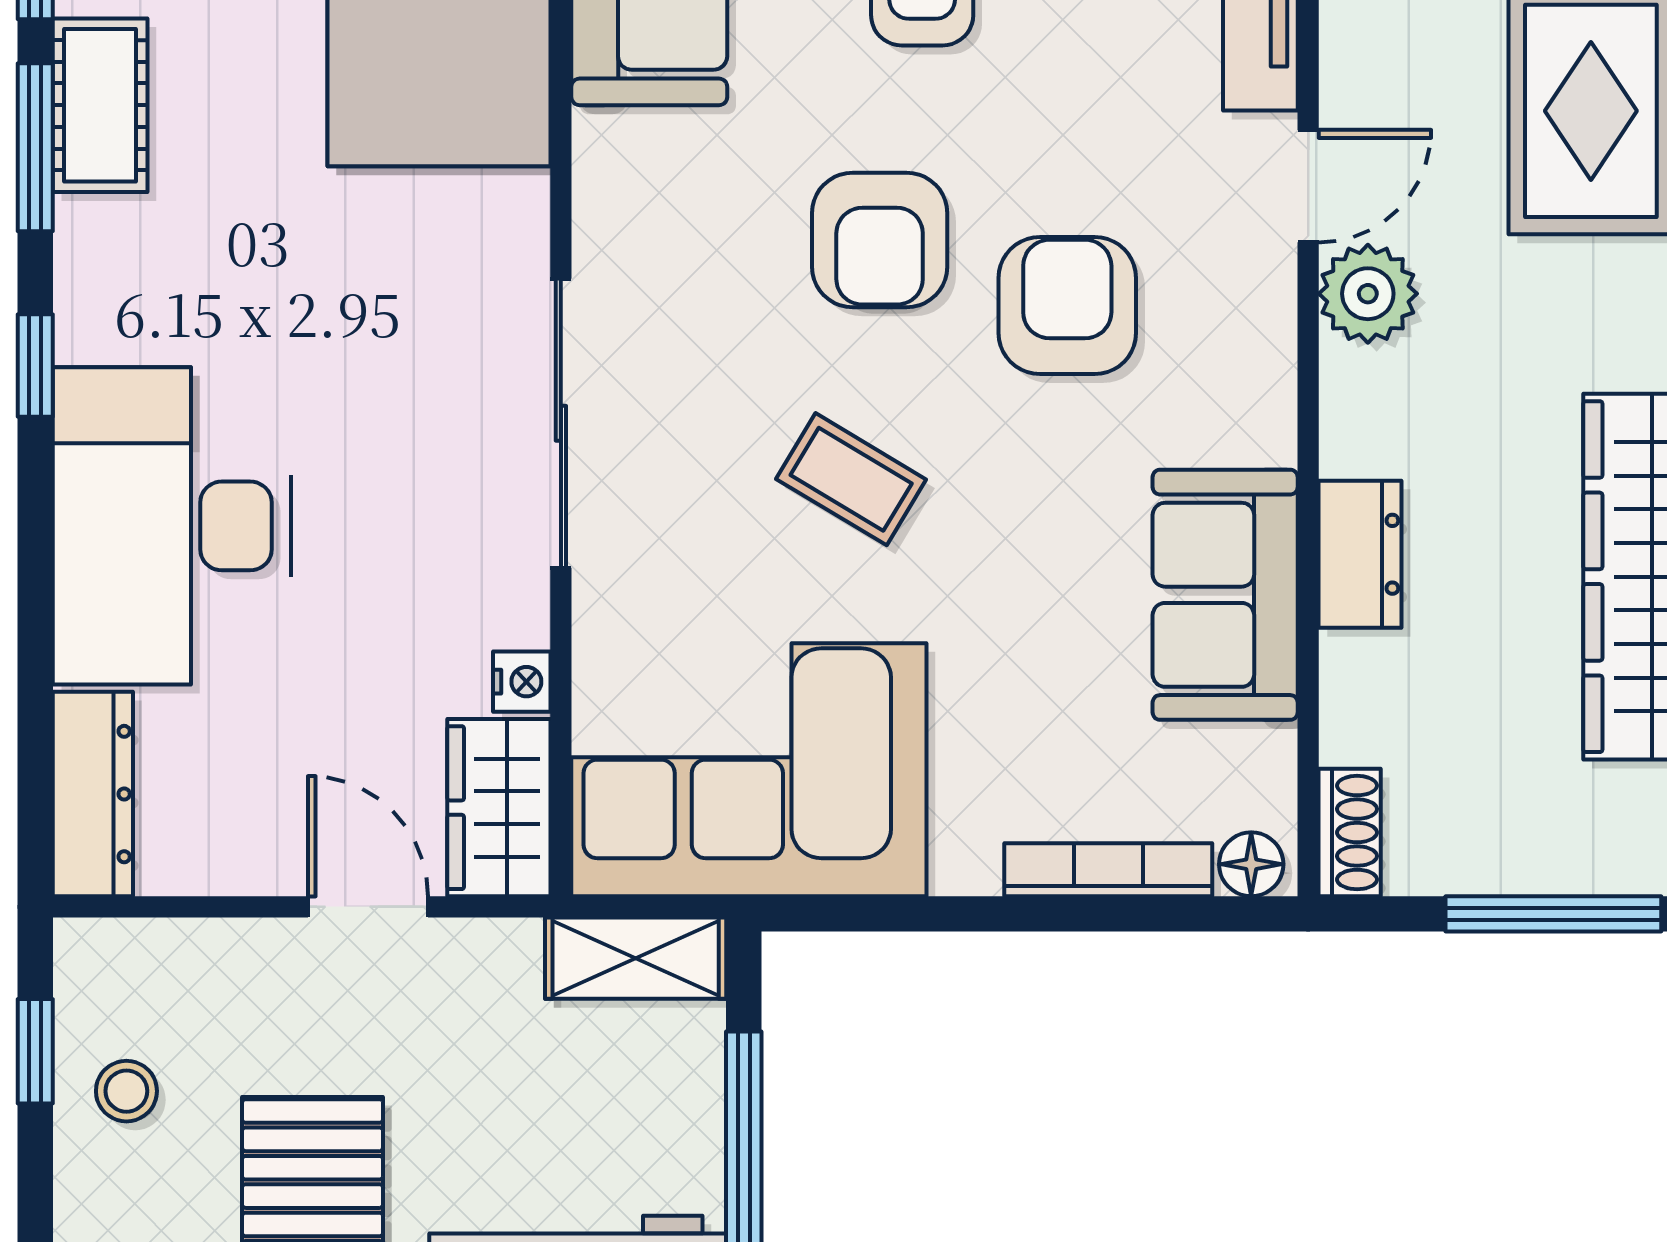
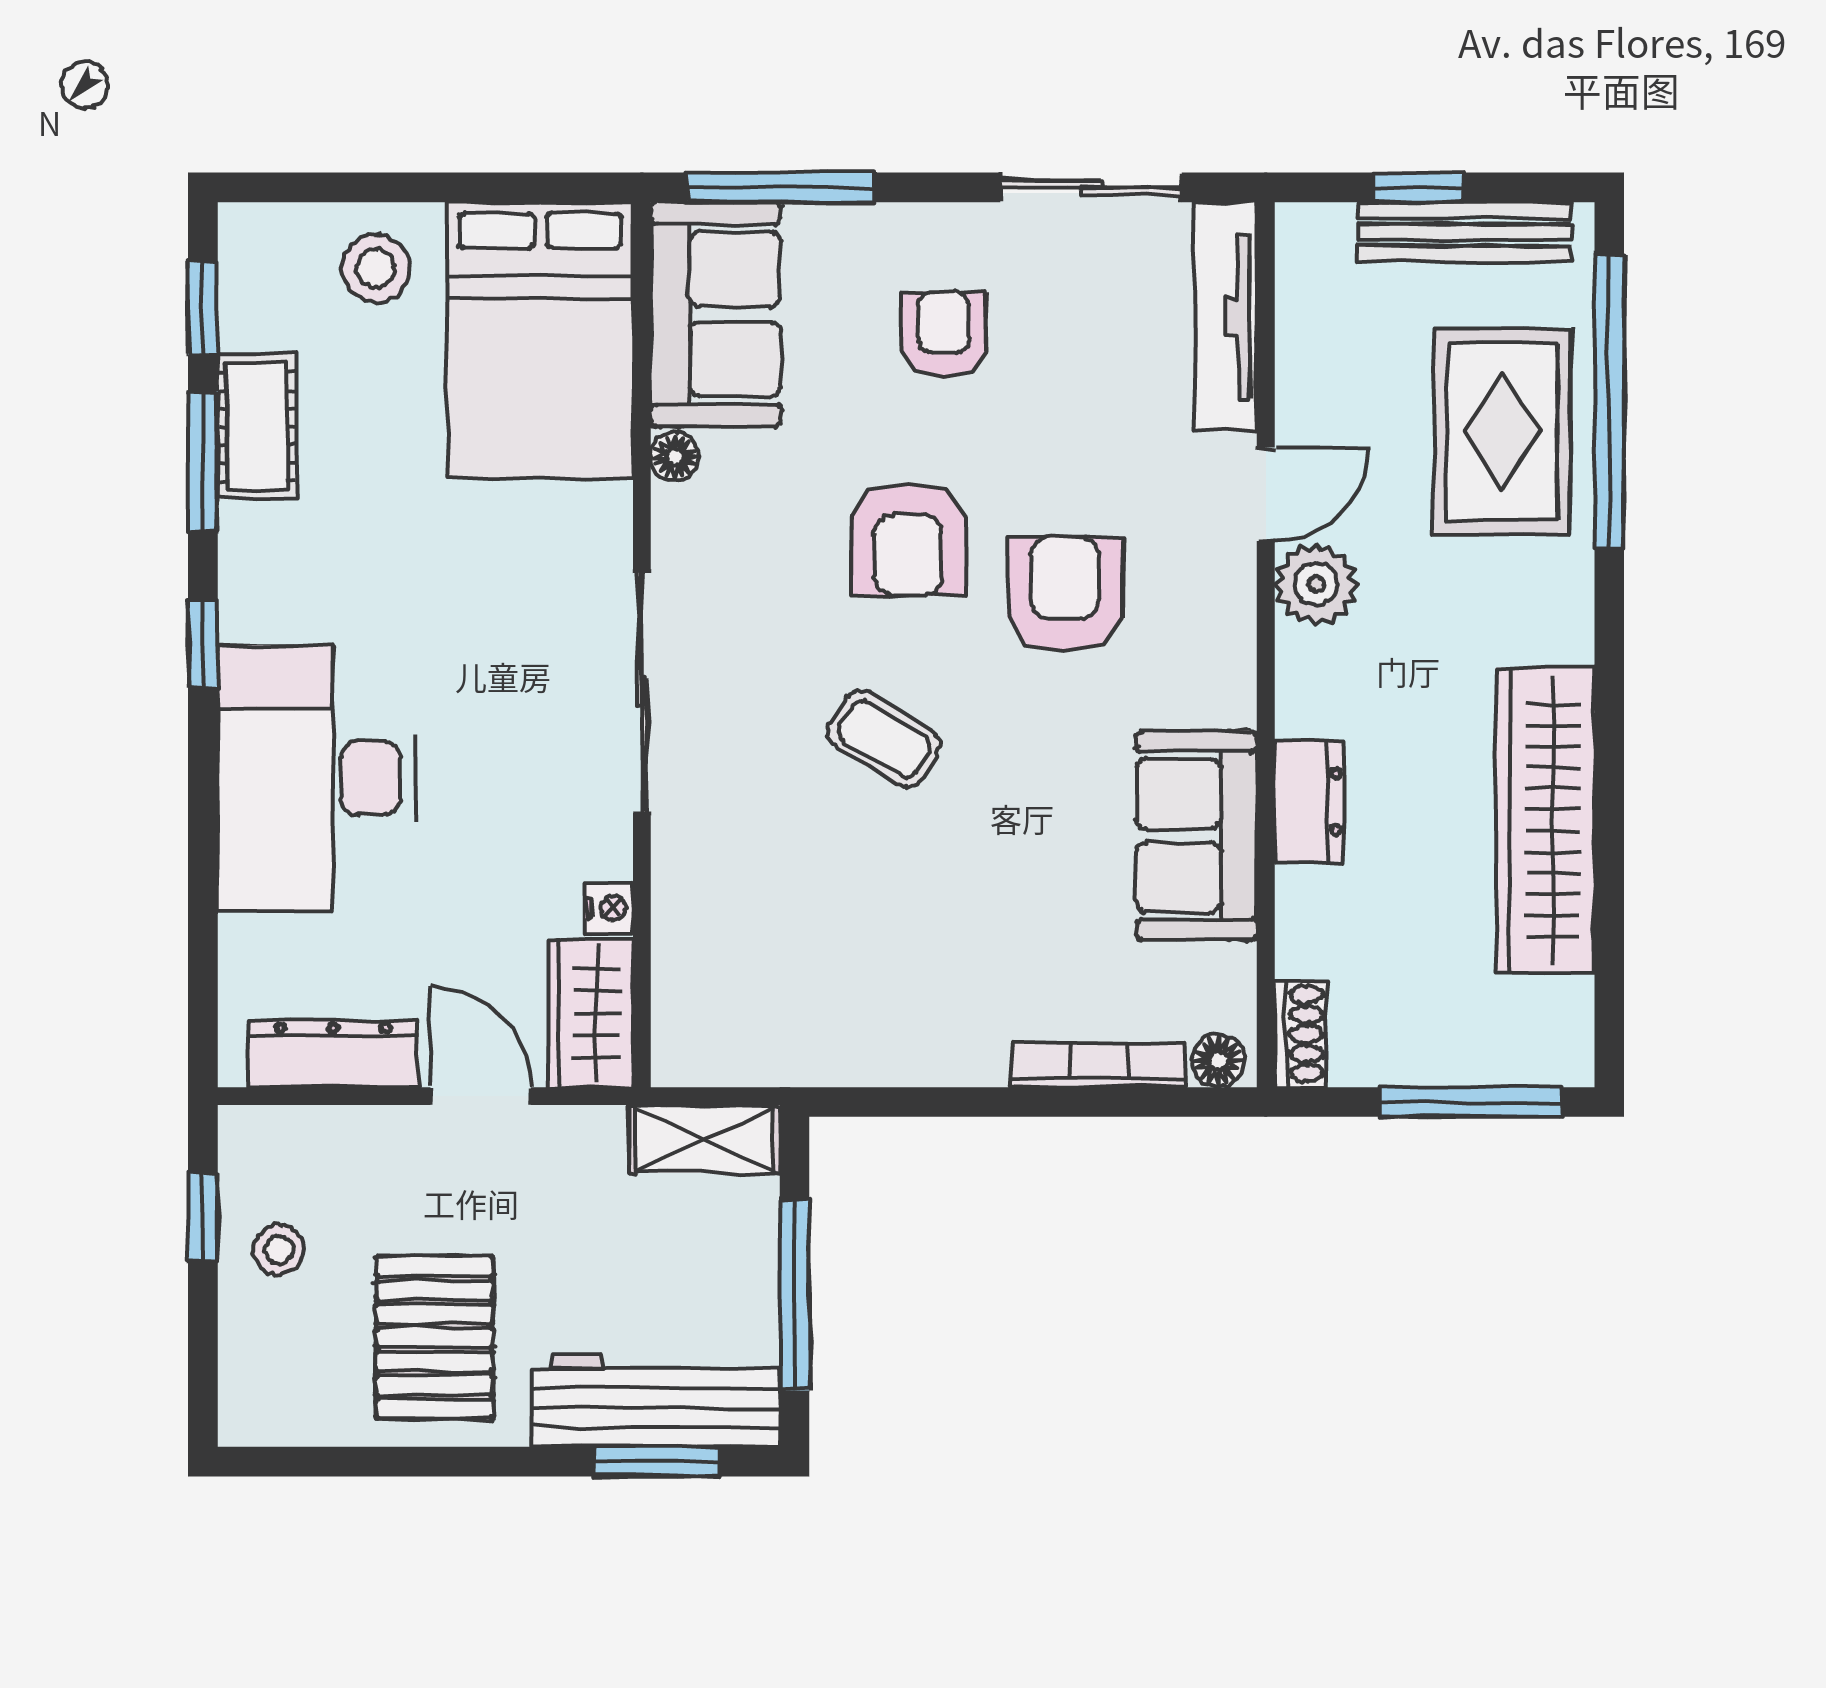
floor lamp: (601, 141) -> (675, 457), added
corner sofa: (749, 770) -> (799, 982), removed
dresser: (93, 794) -> (333, 1054), moved, turned -90

